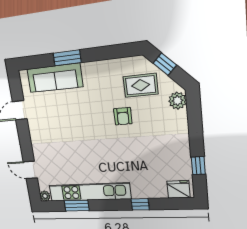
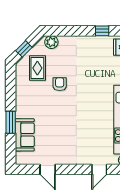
sofa: (55, 78) -> (25, 135), width x0.73
armchair: (123, 116) -> (60, 84), turned -90

